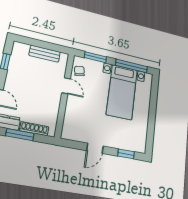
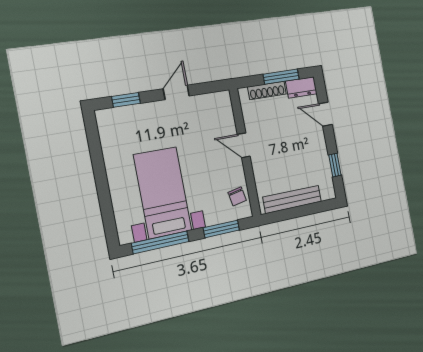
bench: (45, 54) -> (292, 199), width x1.36
door: (66, 86) -> (244, 145), moved

